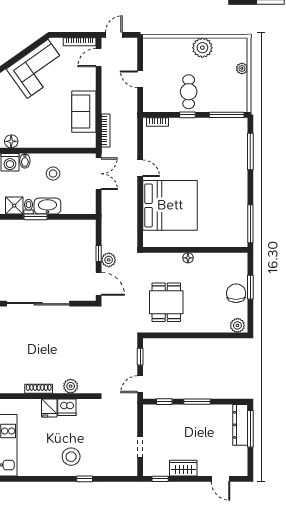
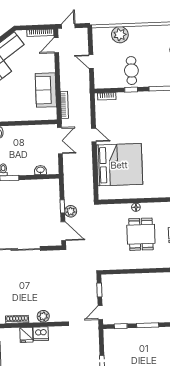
plant: (202, 48) -> (120, 35), moved
stool: (53, 174) -> (22, 142), removed
washbasin: (47, 206) -> (40, 170), moved, width x0.52, depth x0.69
dining table: (166, 302) -> (141, 234), moved

